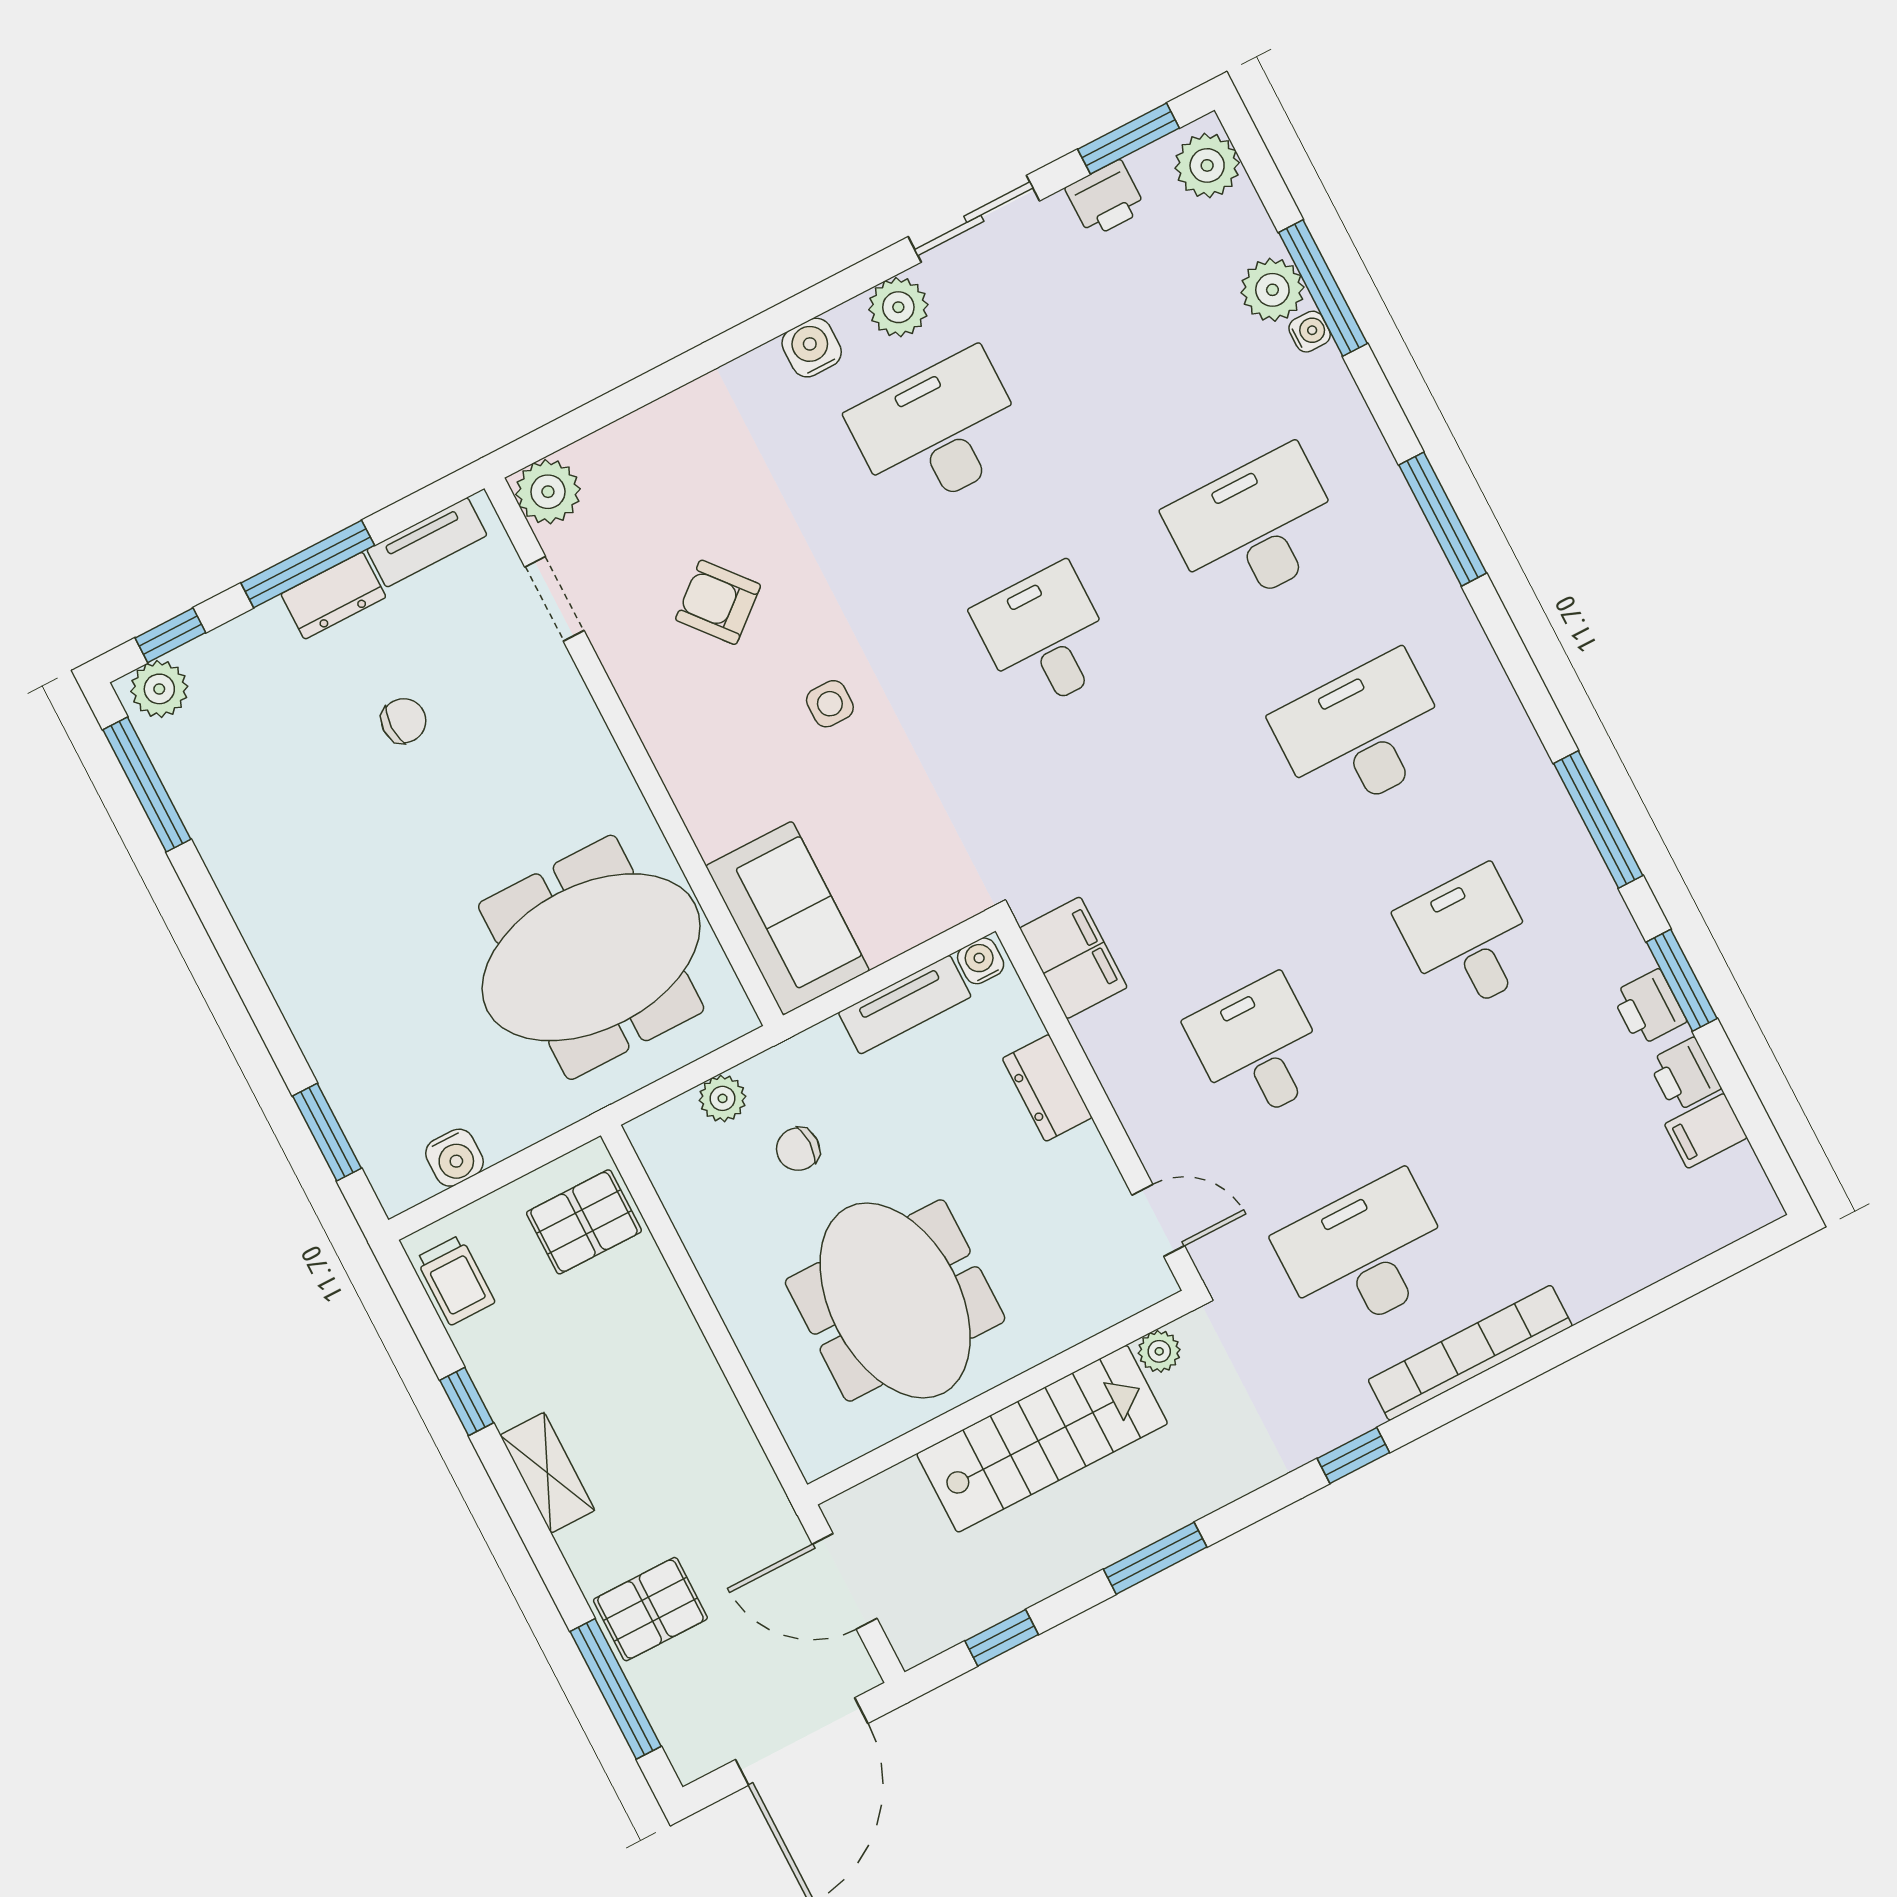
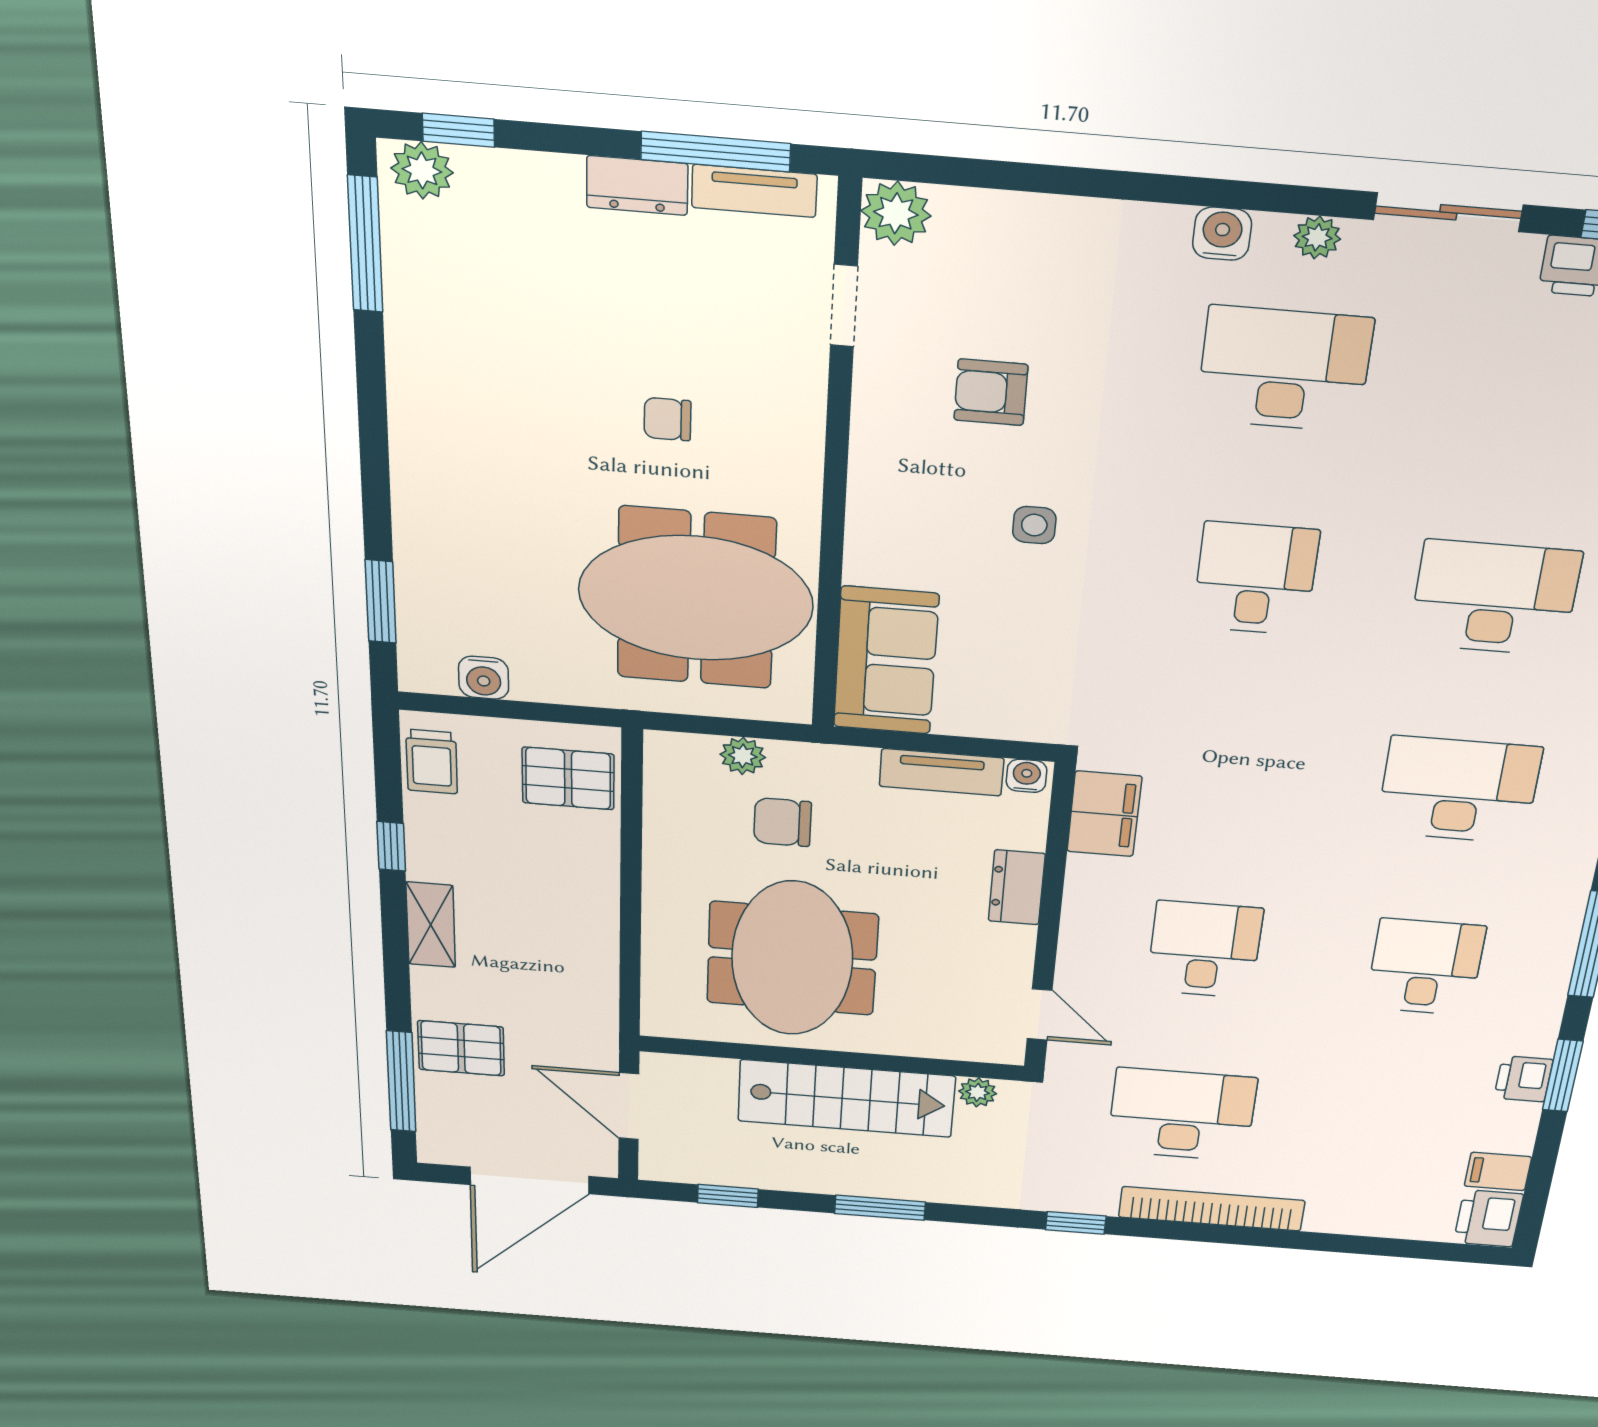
plant: (898, 307) -> (1317, 237), width x0.73, depth x0.73
window: (308, 564) -> (716, 152), moved
armchair: (718, 602) -> (991, 392), turned -50
chair: (404, 721) -> (667, 419), moved, turned 180
printer: (1685, 1075) -> (1488, 1218), moved, width x1.36, depth x1.24
chair: (798, 1149) -> (783, 822), width x1.37, depth x1.37

